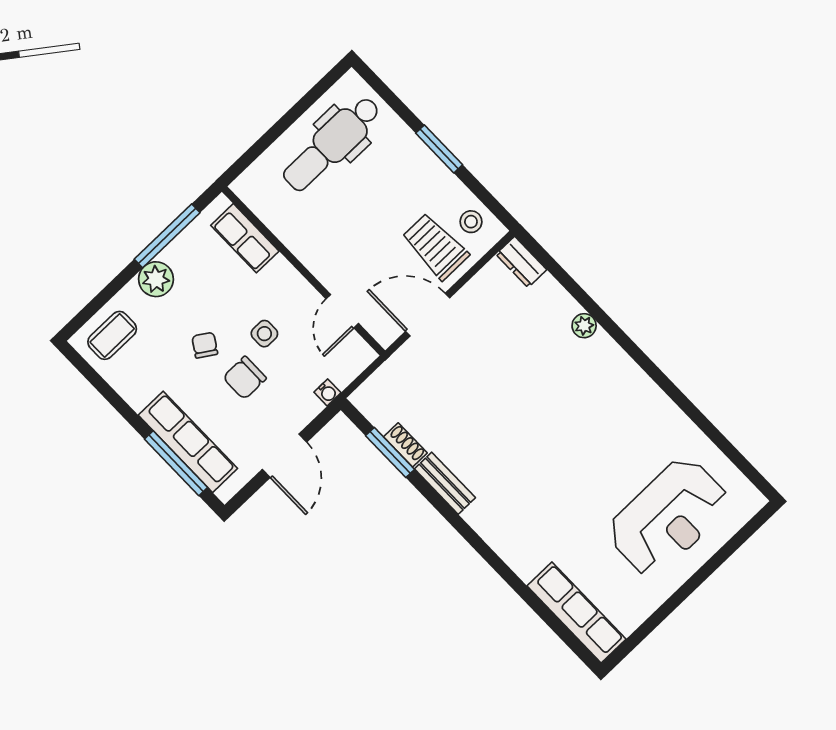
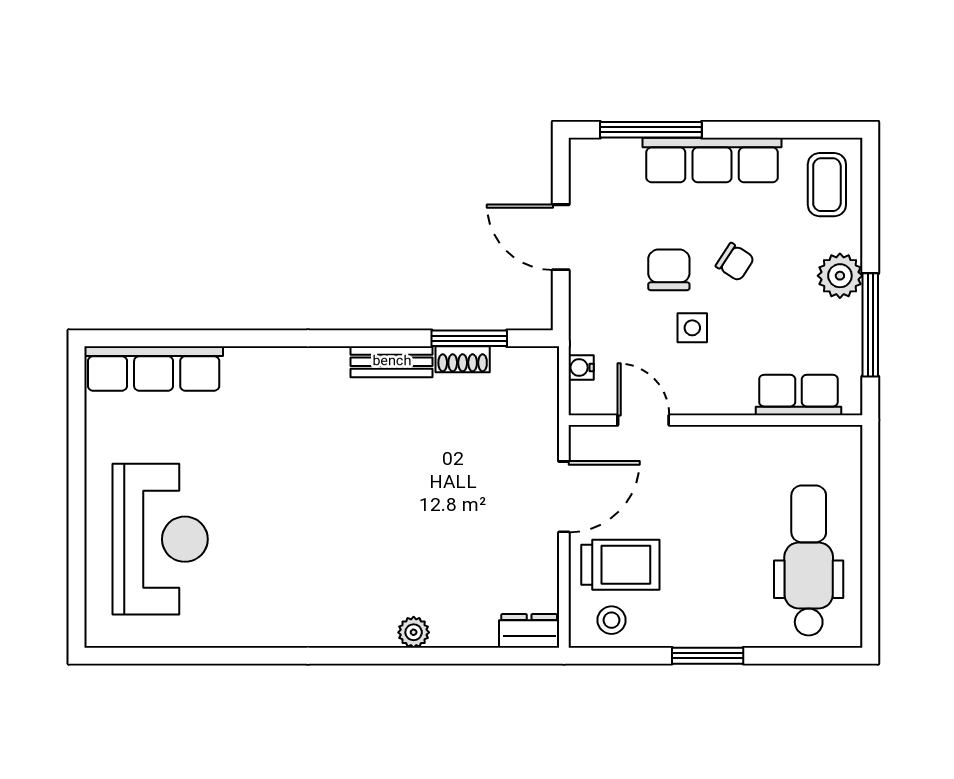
water cooler: (327, 392) -> (581, 368), moved
row of seats: (188, 442) -> (712, 160), moved
reception desk: (668, 517) -> (160, 539), turned 180

